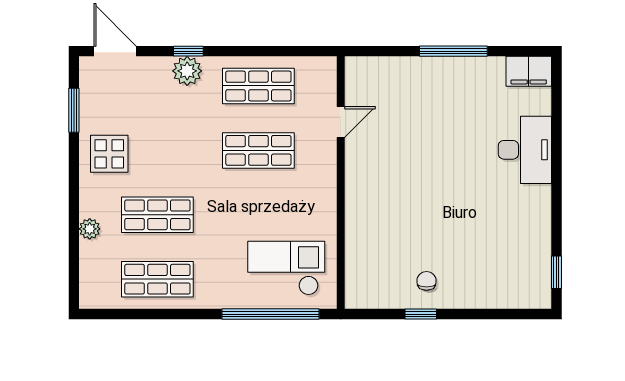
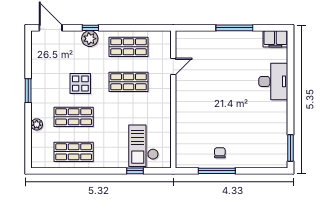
window: (74, 110) -> (28, 91), moved
display table: (109, 154) -> (80, 83), moved
checkout: (286, 268) -> (144, 146), turned -90
window: (556, 272) -> (290, 148), width x1.50
window: (271, 314) -> (135, 171), width x0.32
window: (421, 314) -> (217, 171), width x2.17

